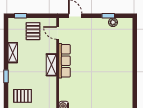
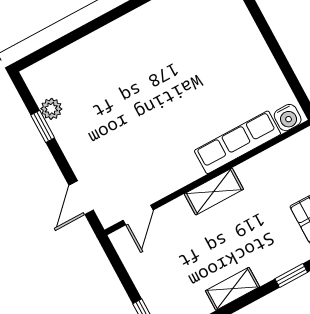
pallet: (33, 31) -> (163, 270), removed
row of seats: (65, 61) -> (238, 142), moved

